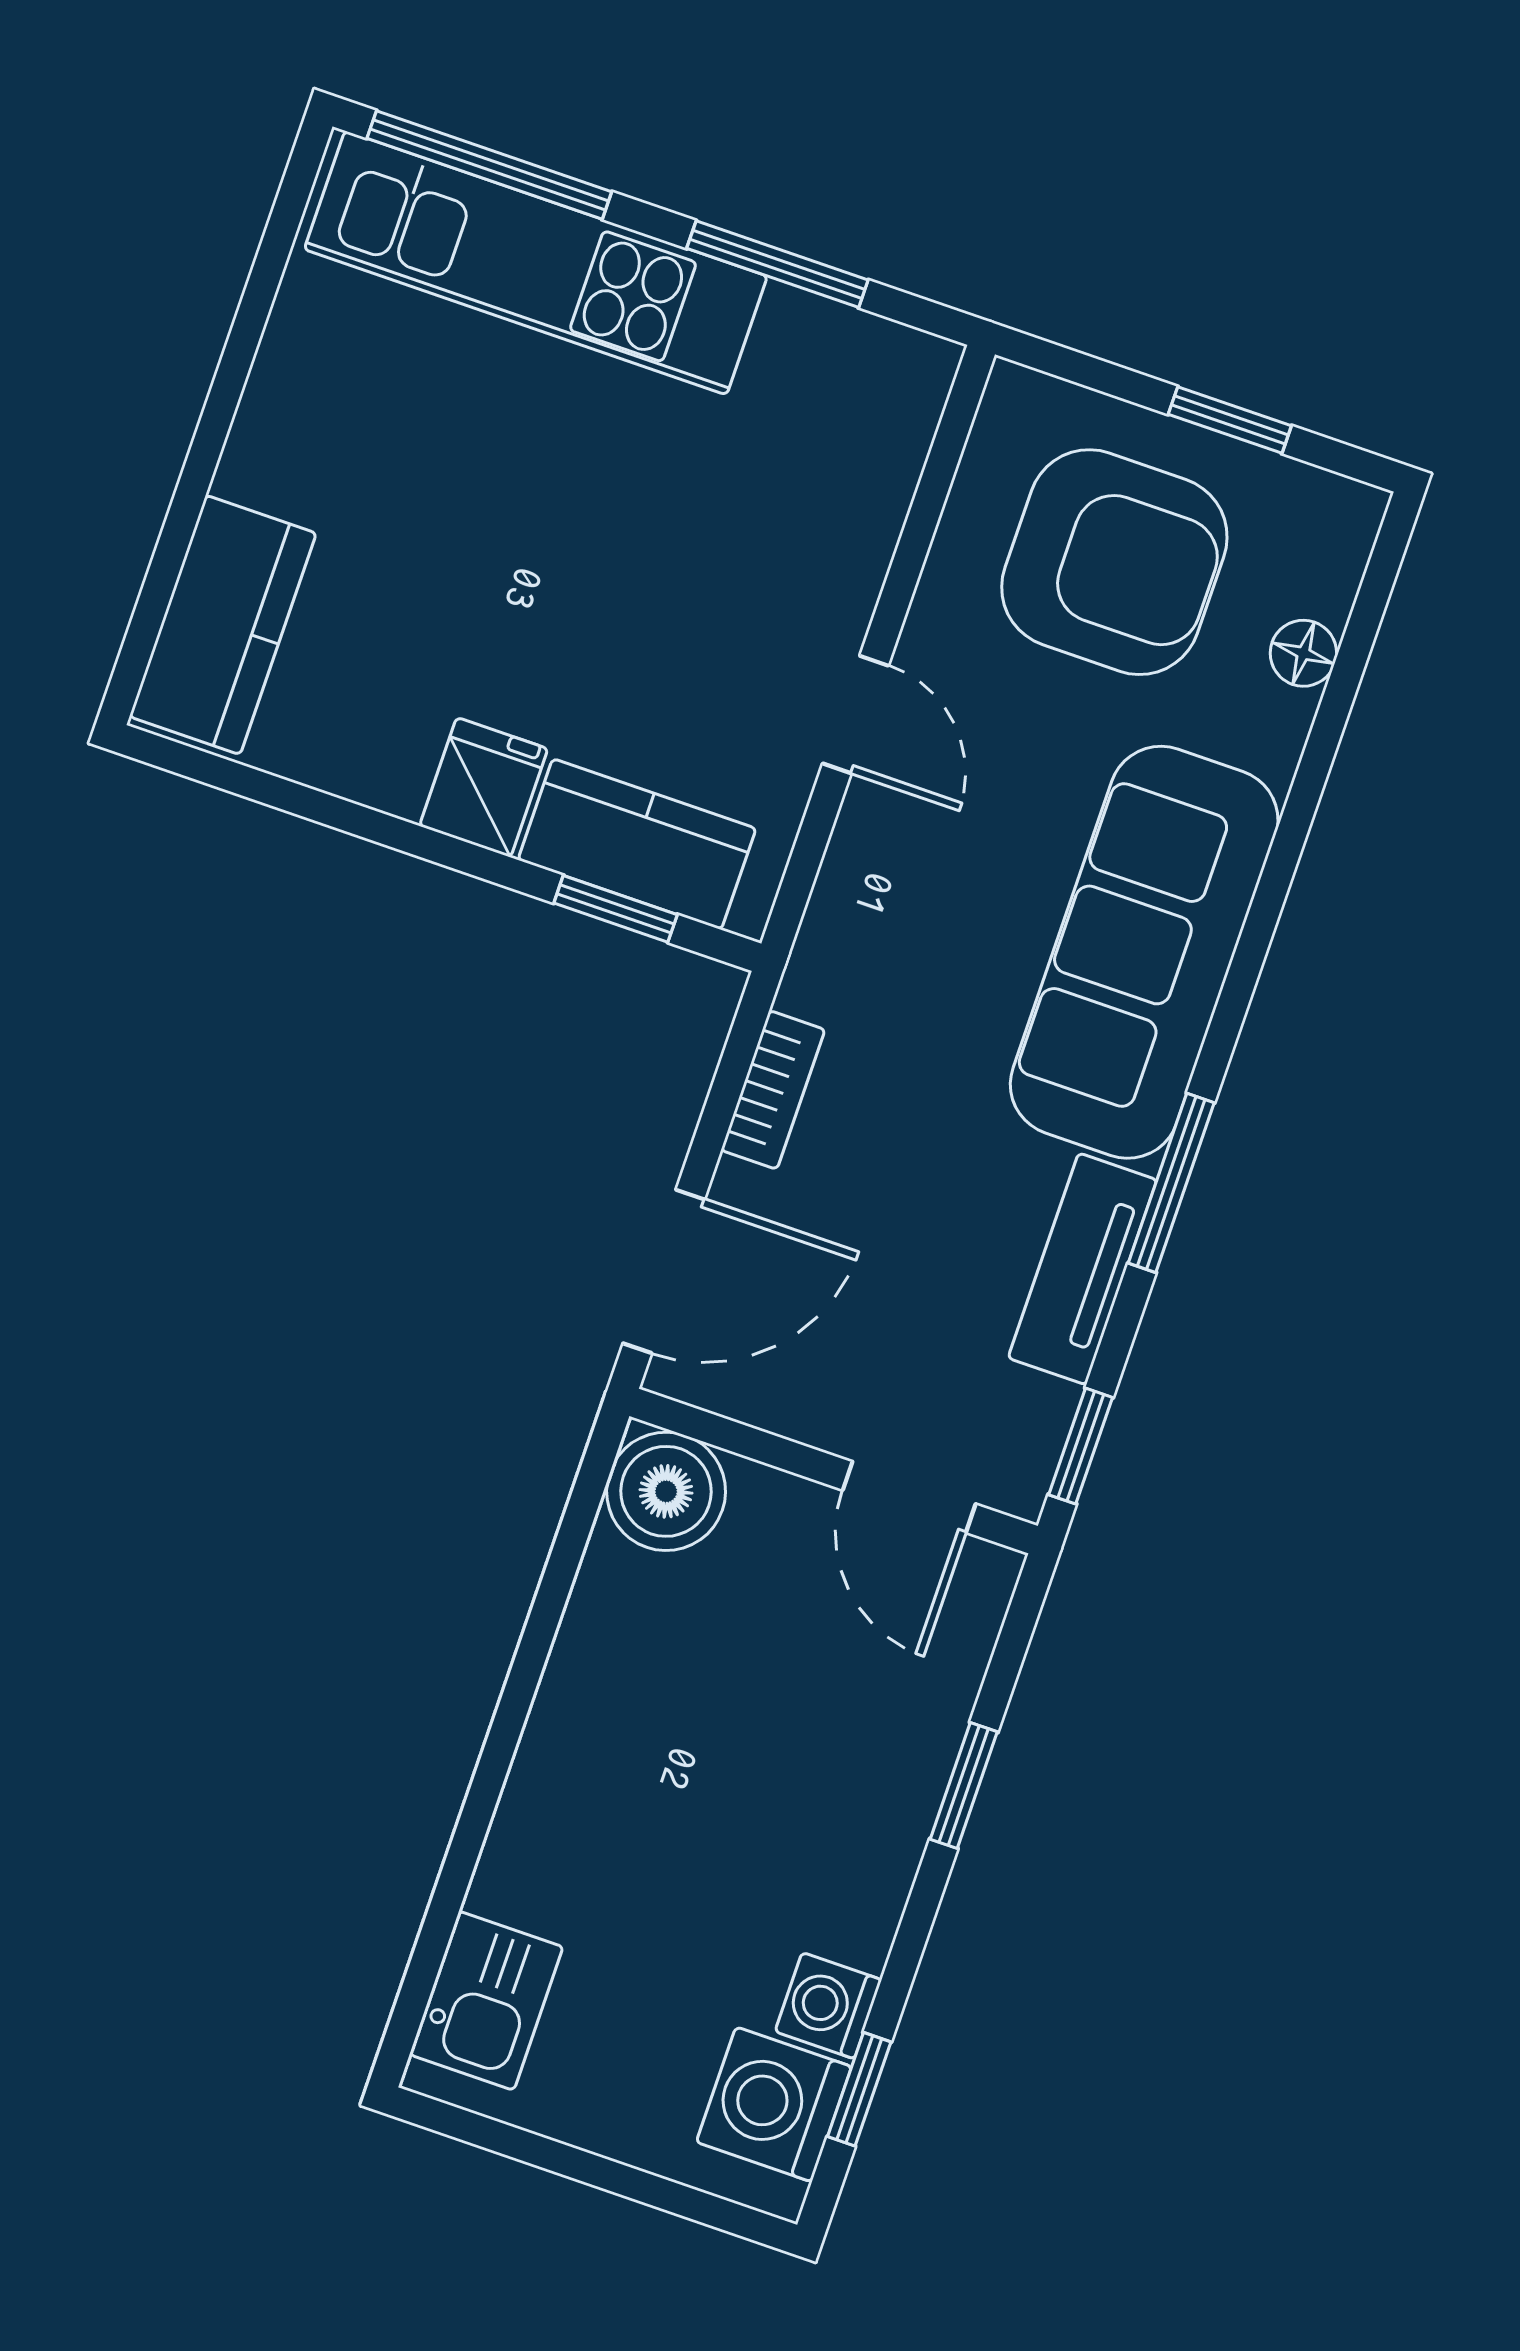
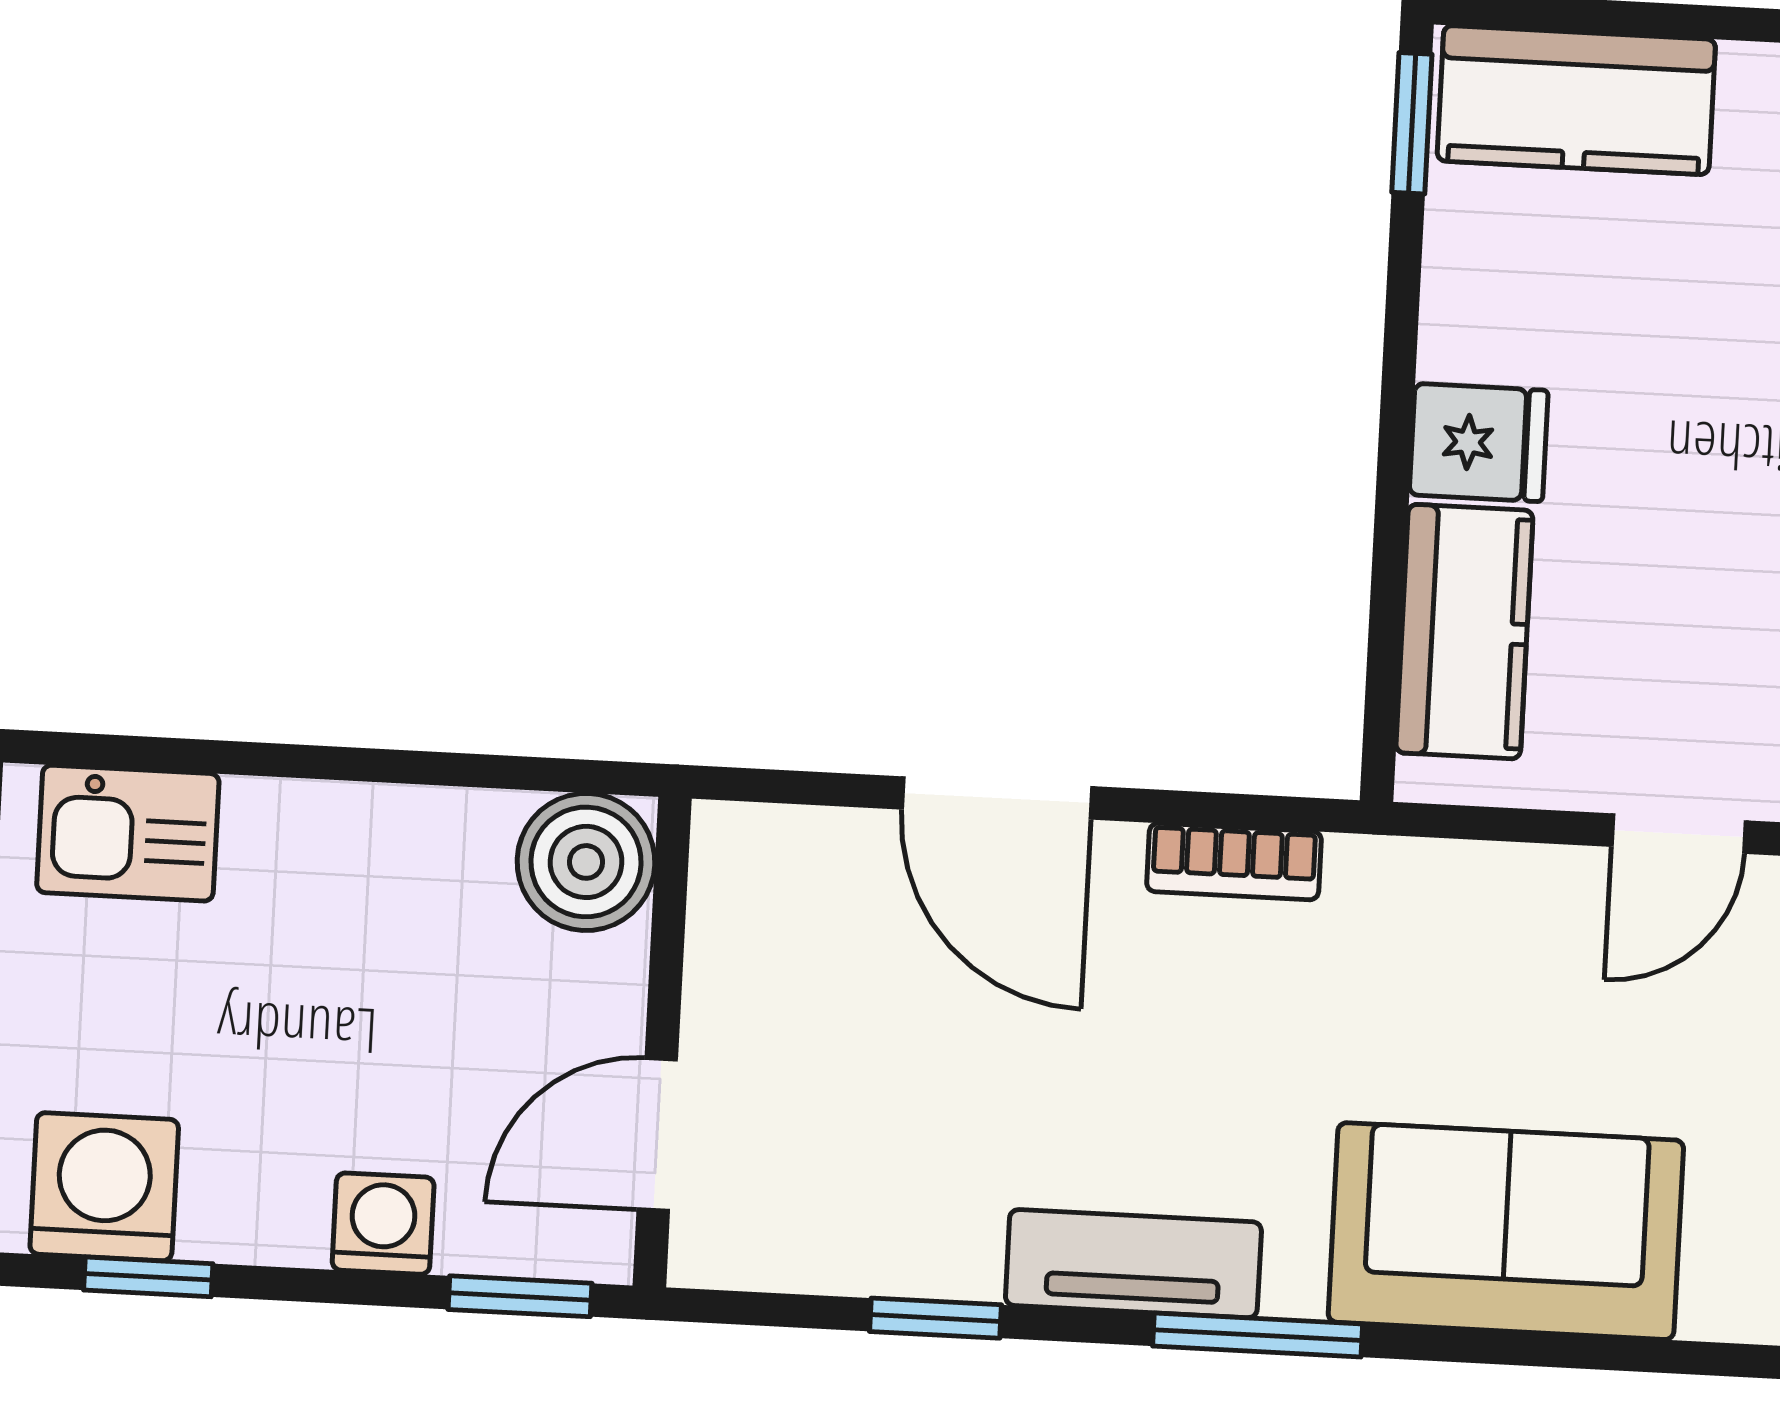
window: (616, 909) -> (1412, 123), moved
sofa: (1144, 952) -> (1506, 1231), width x0.73
wall: (834, 1471) -> (662, 1042), moved
boiler: (666, 1491) -> (586, 862), moved
door: (909, 1497) -> (657, 1135), moved
washing machine: (828, 2006) -> (383, 1224), moved

